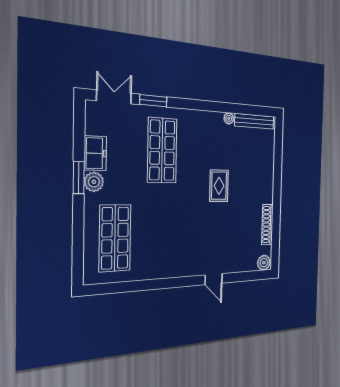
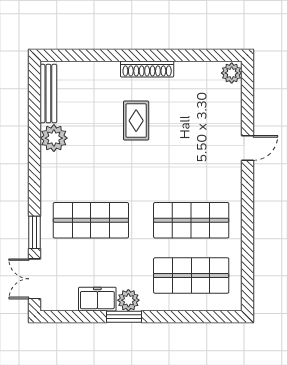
plant: (229, 118) -> (54, 138), width x1.88, depth x1.88
rug: (219, 186) -> (136, 121), moved, turned 90
shoe rack: (267, 224) -> (147, 69), moved
shop shelf: (161, 236) -> (191, 220), added

